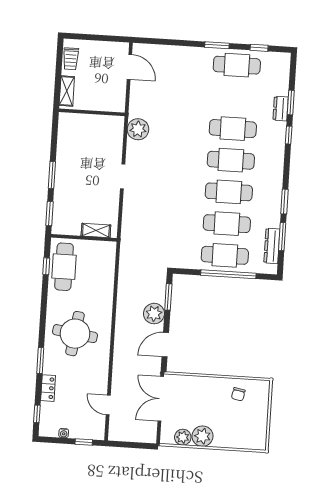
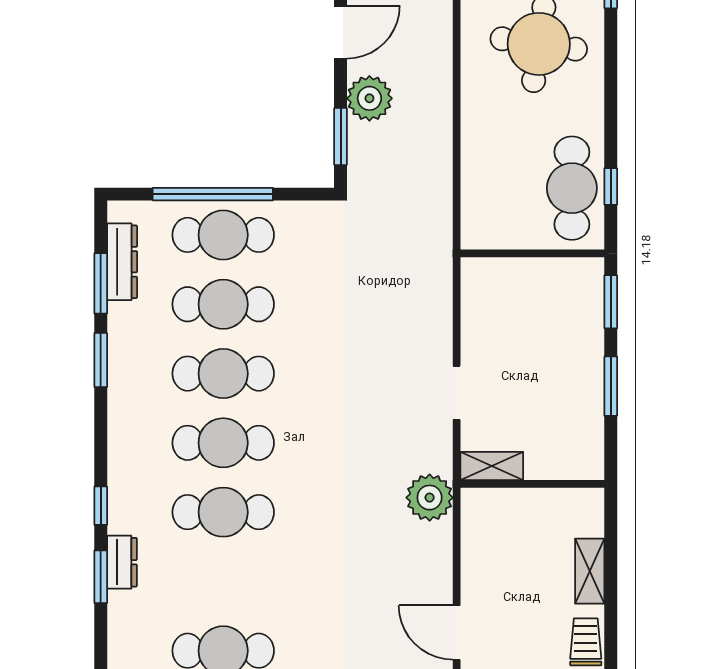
wall: (92, 112) -> (532, 484), moved
shelving: (96, 230) -> (492, 466), moved

